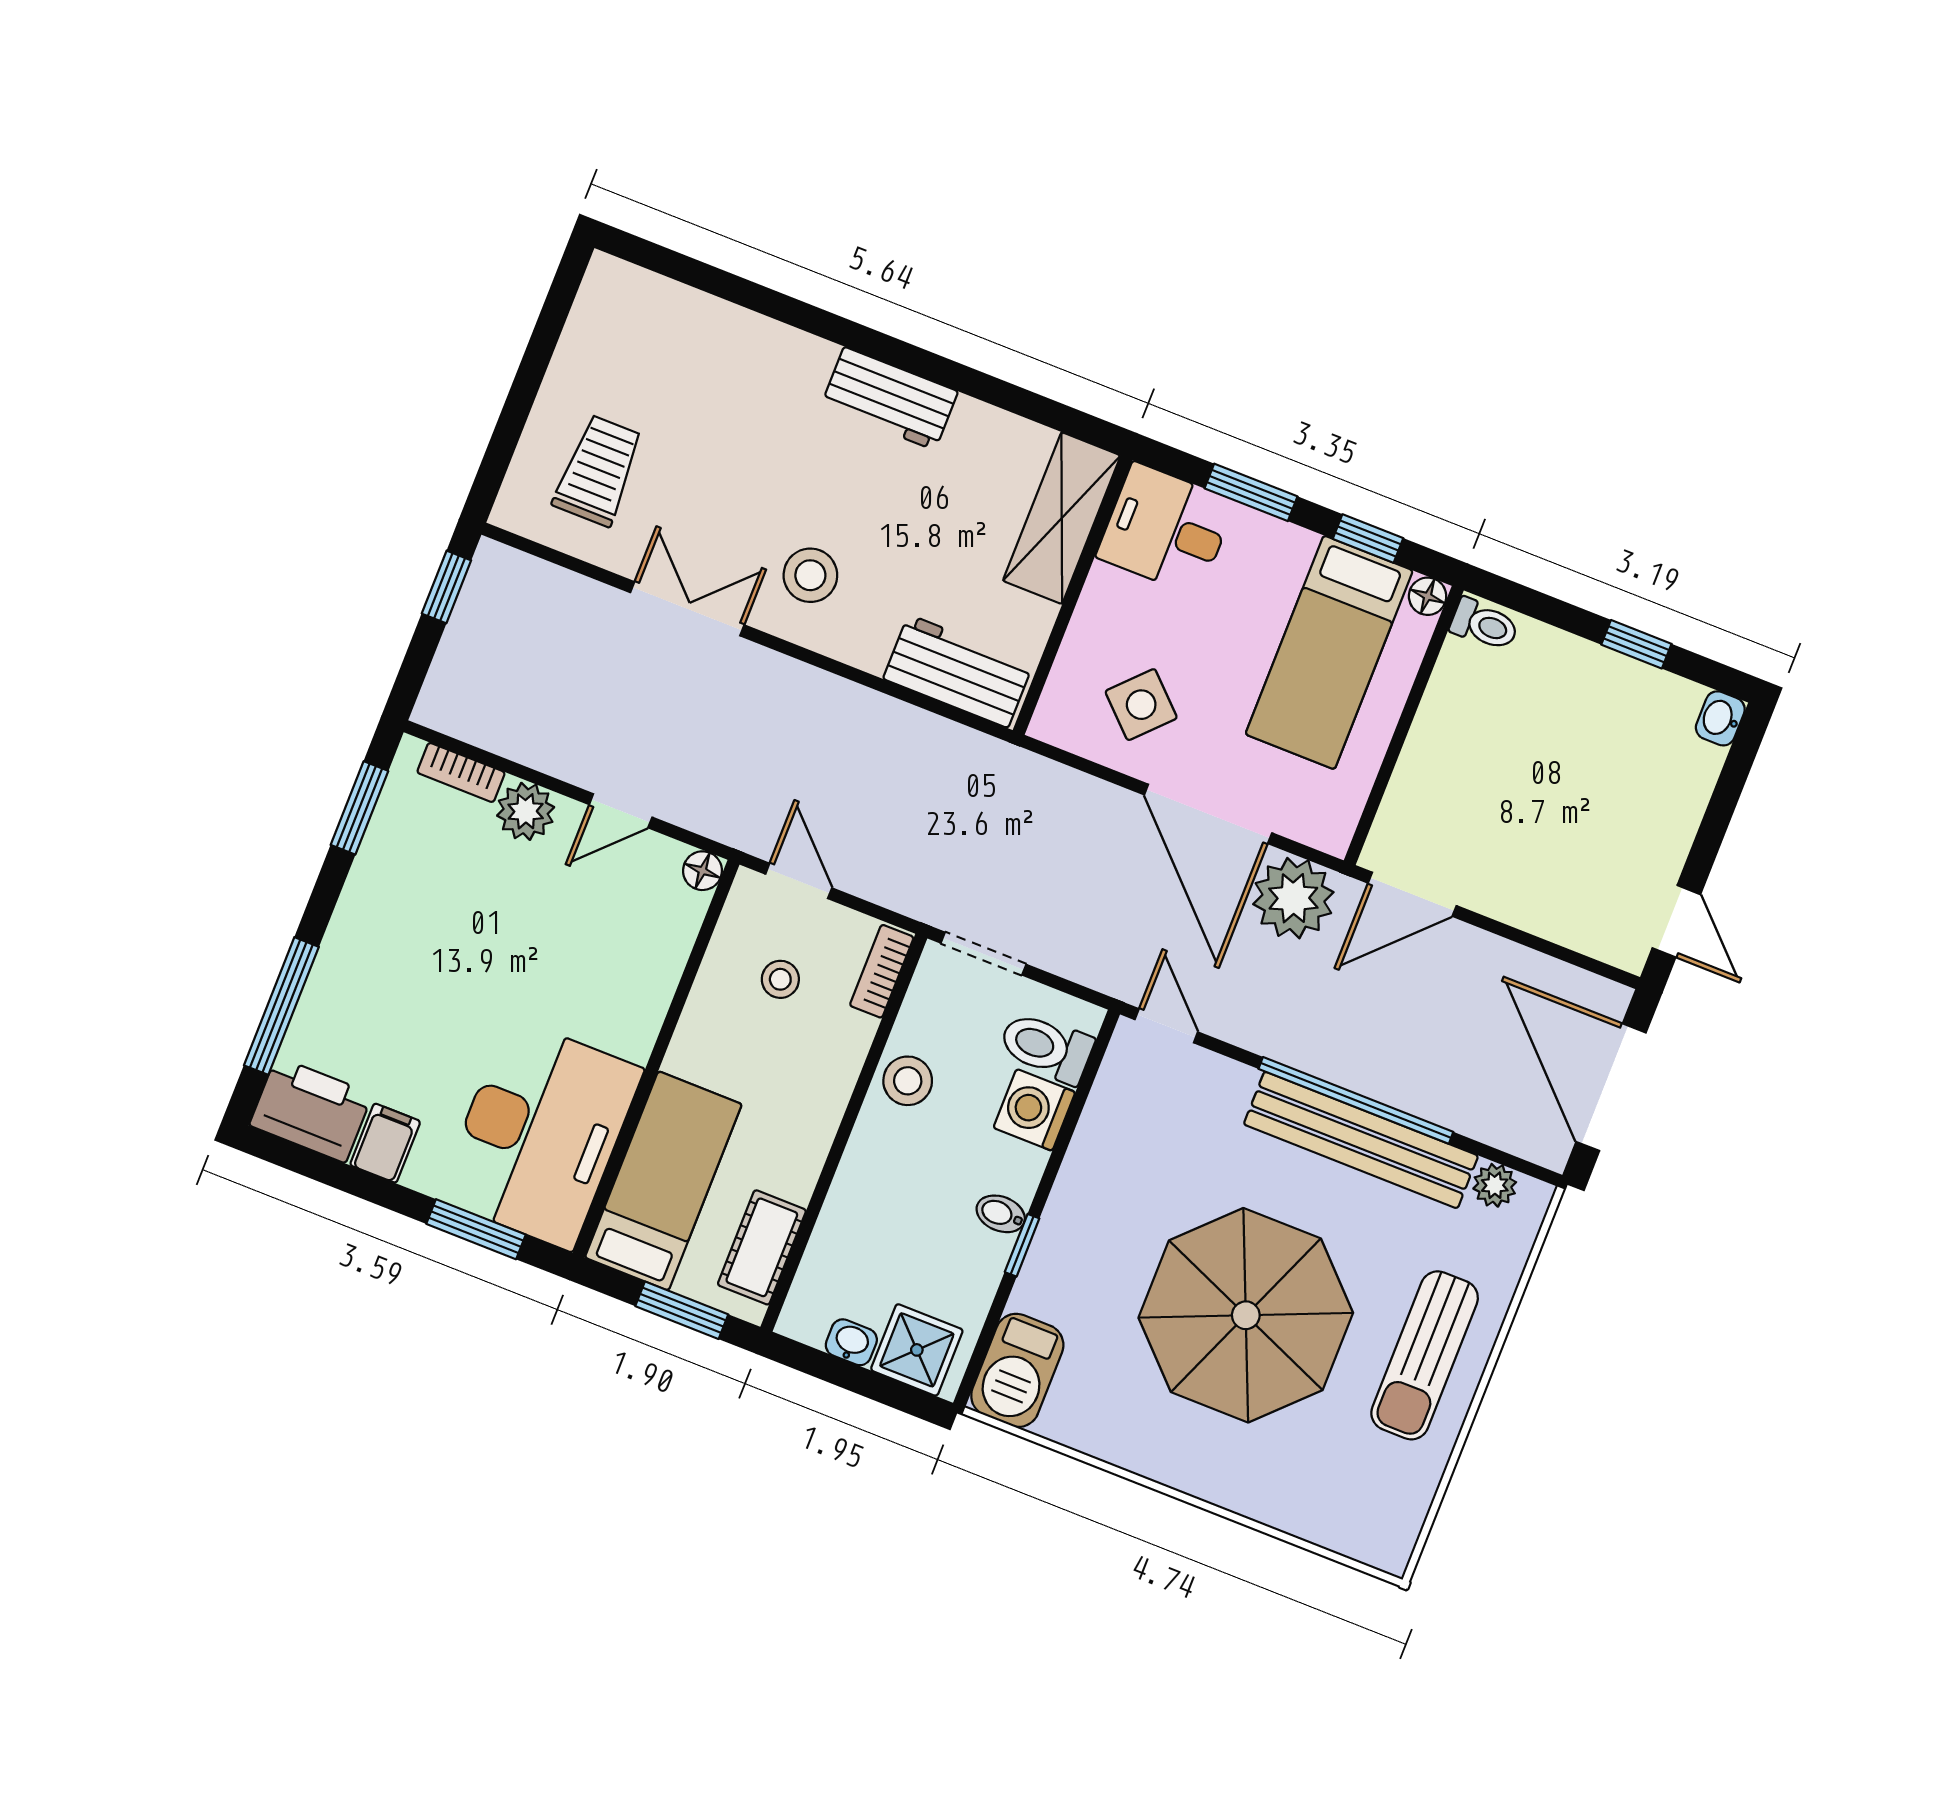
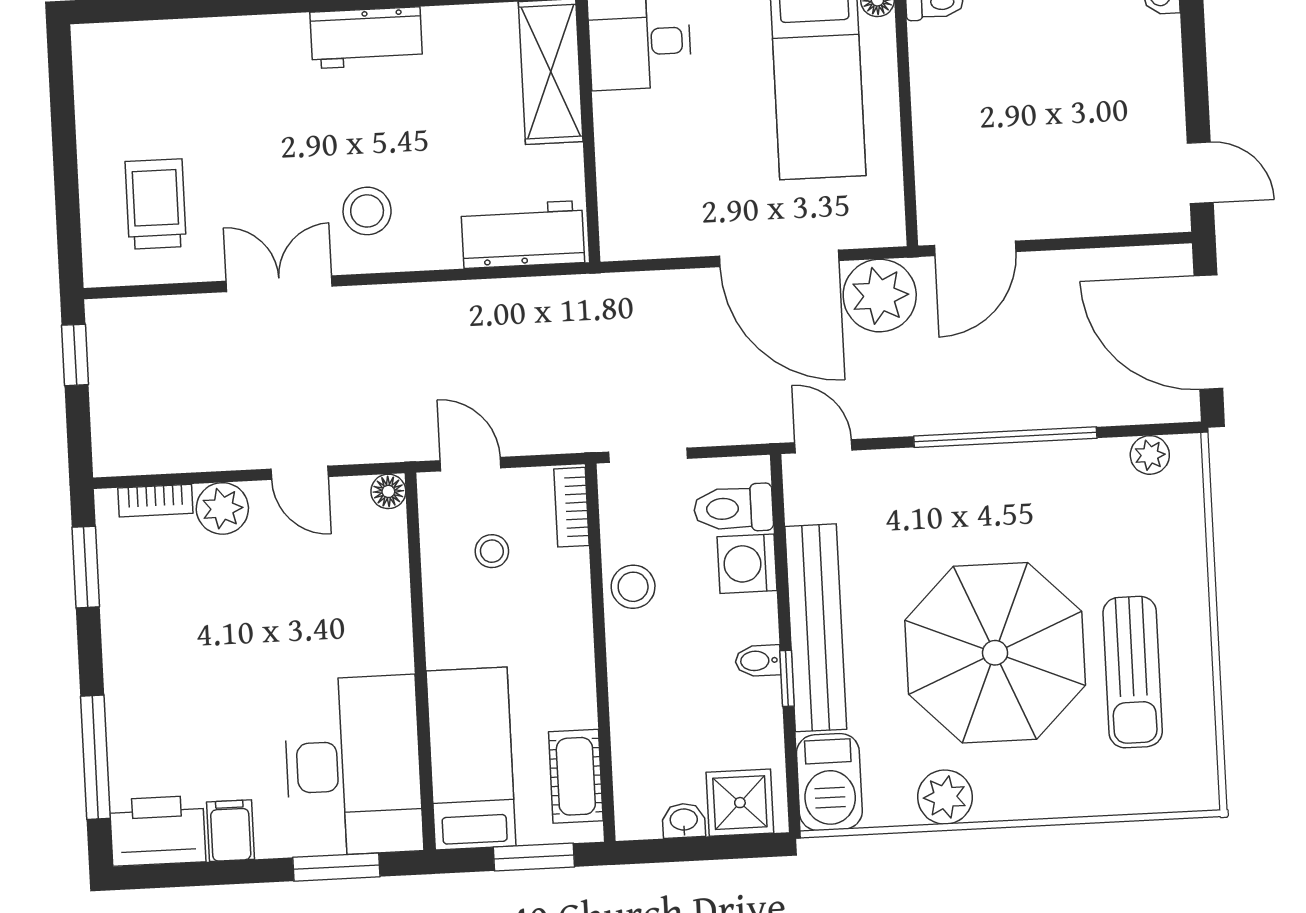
side table: (1141, 705) -> (684, 194), removed
door: (621, 811) -> (300, 473), hinge flipped
bench: (1361, 1140) -> (816, 628), moved, turned 90
sun lounger: (1425, 1355) -> (1133, 672), moved
plant: (1128, 1439) -> (945, 797), added

